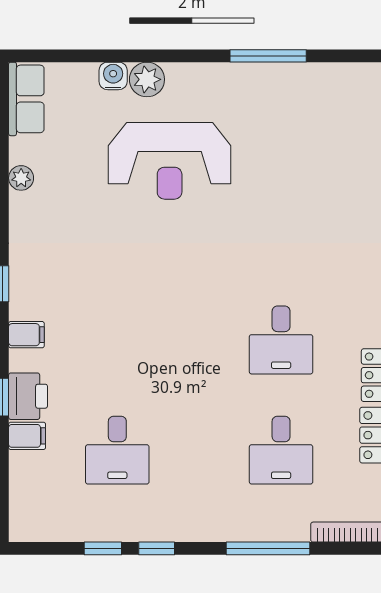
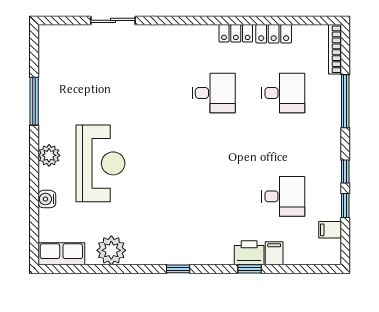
plant: (147, 79) -> (49, 155), moved
plant: (21, 178) -> (111, 250), width x1.88, depth x1.88
filing cabinet: (26, 335) -> (330, 230), moved, turned -90

